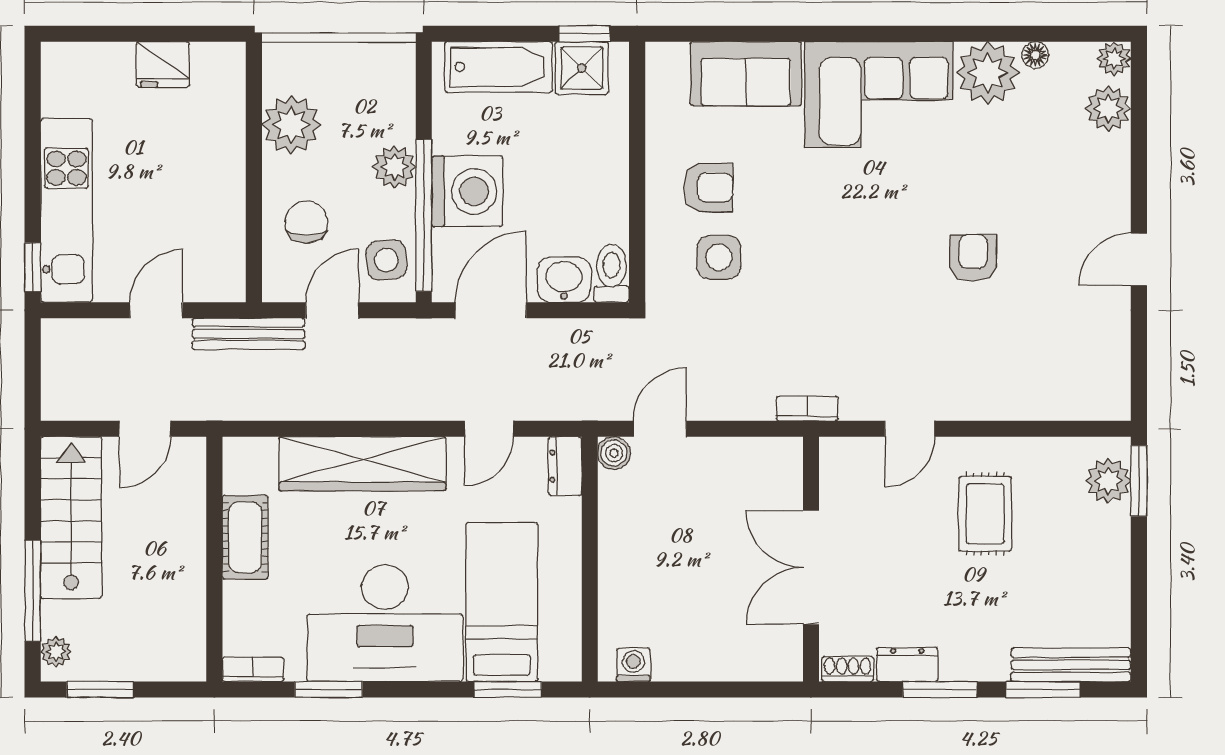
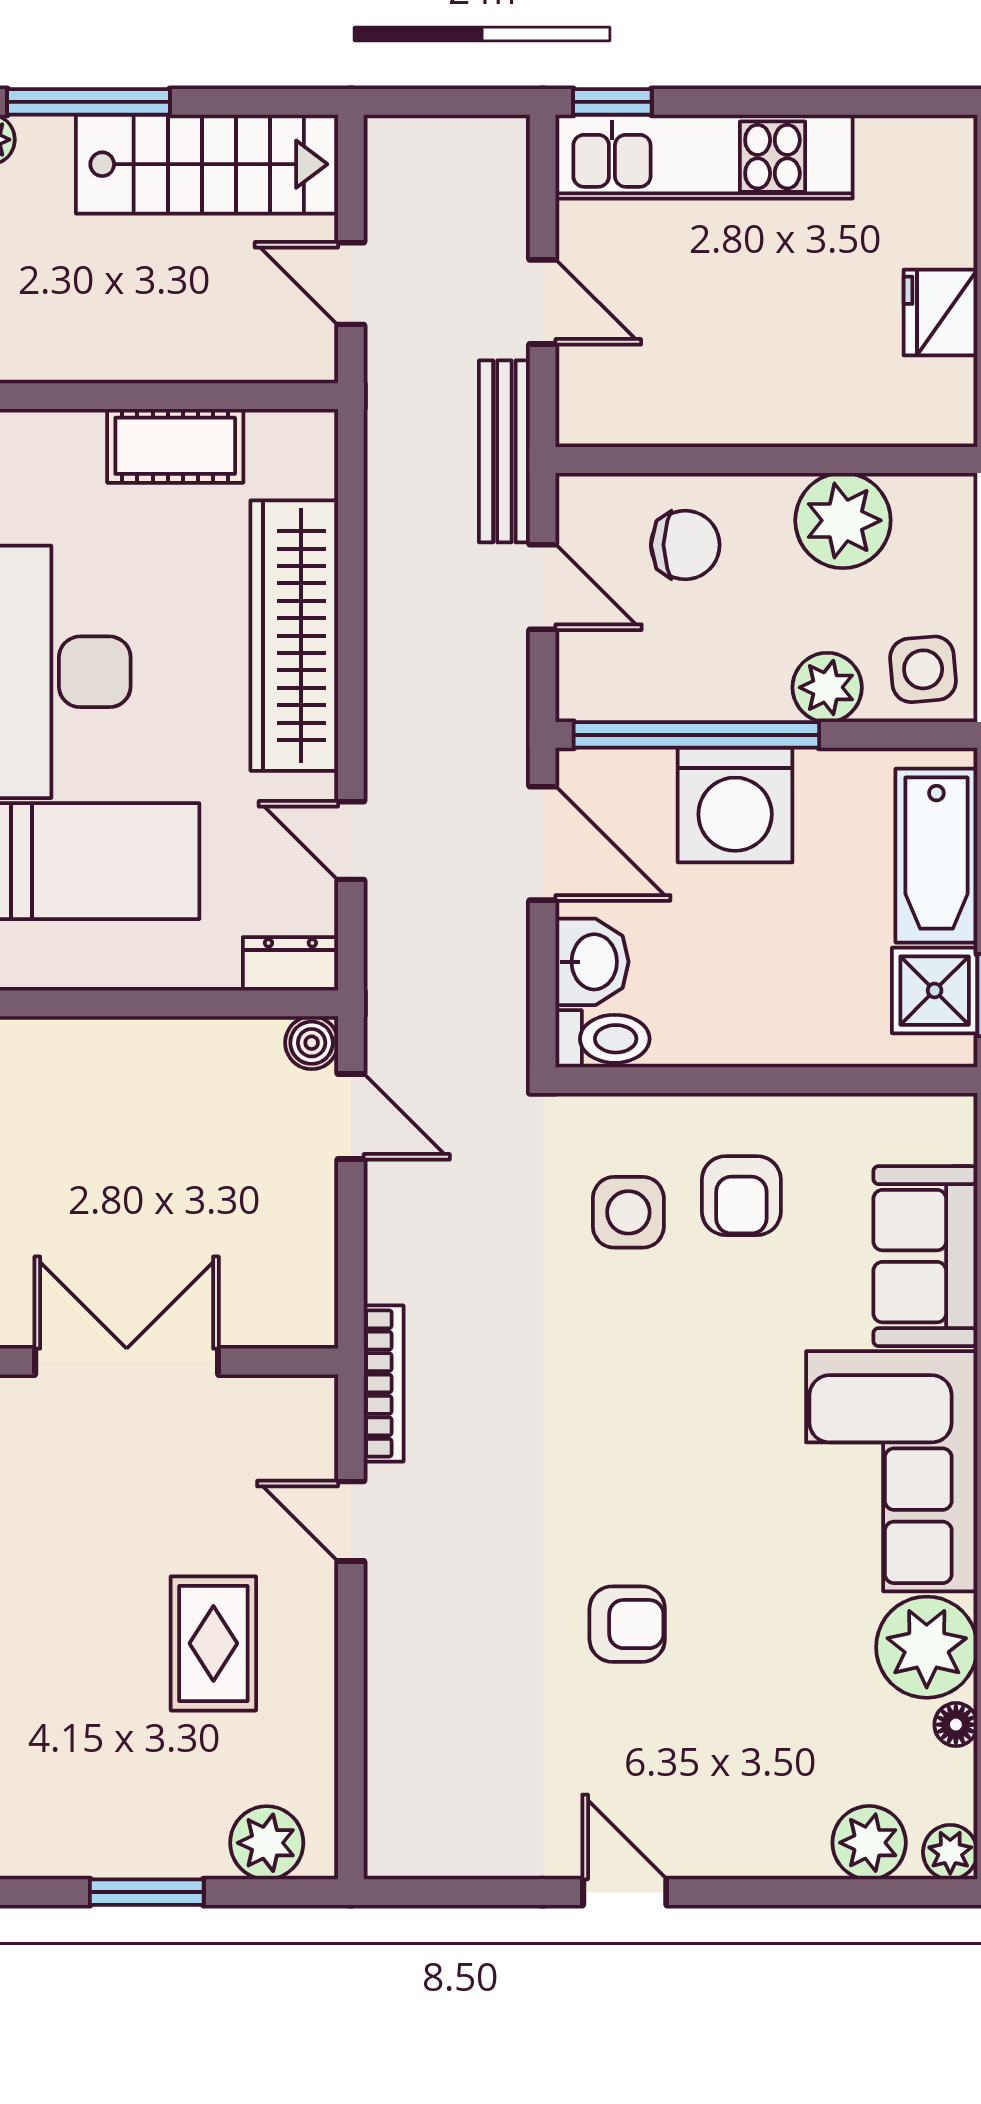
plant: (394, 167) -> (827, 687), moved
side table: (386, 260) -> (923, 669), moved
bookcase: (807, 409) -> (384, 1384), width x1.56
window: (1139, 481) -> (147, 1892), moved
rug: (985, 514) -> (213, 1643), turned 90

